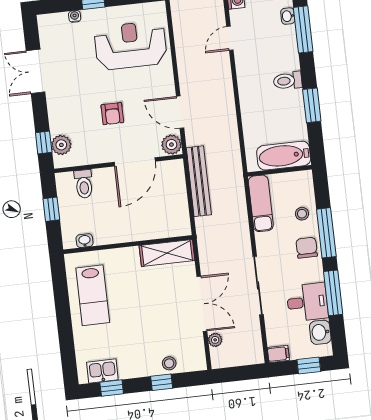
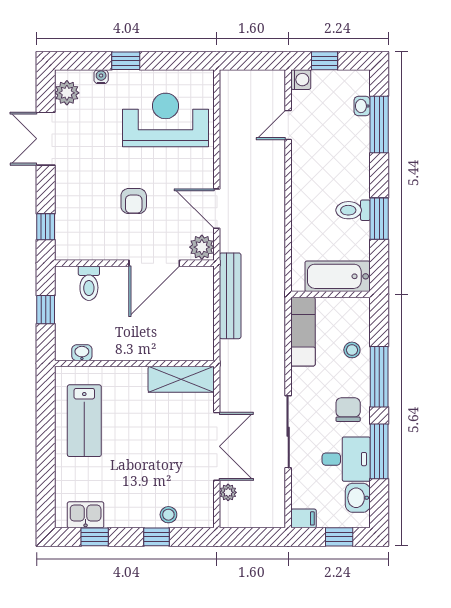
toilet: (288, 81) -> (353, 210), moved
plant: (61, 145) -> (67, 93), moved
chair: (307, 248) -> (348, 410), moved

